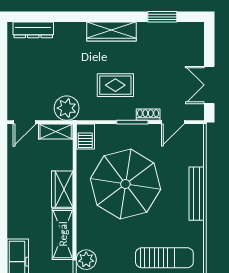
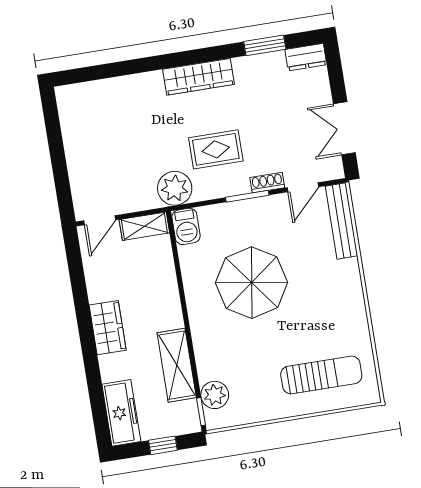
dresser: (33, 30) -> (306, 57), moved, width x0.70
plant: (67, 108) -> (175, 188), moved
parasol: (125, 184) -> (252, 283), width x0.73, depth x0.73
wardrobe: (62, 189) -> (108, 328), moved, turned 180
bench: (197, 194) -> (342, 221), moved

